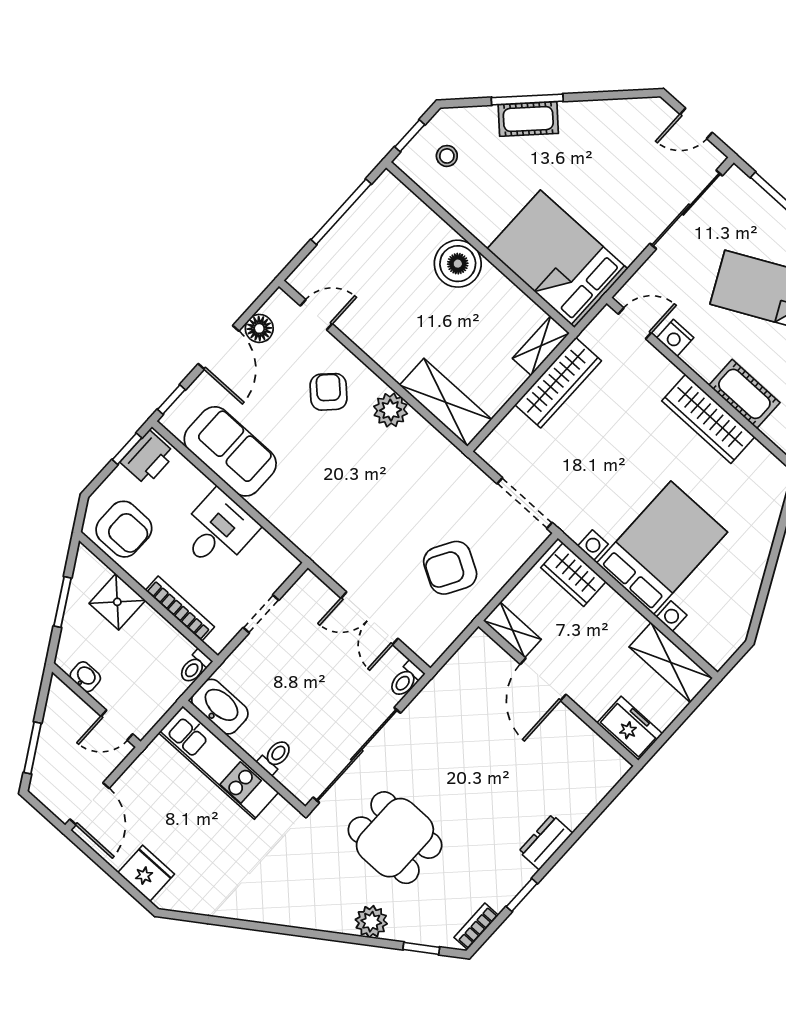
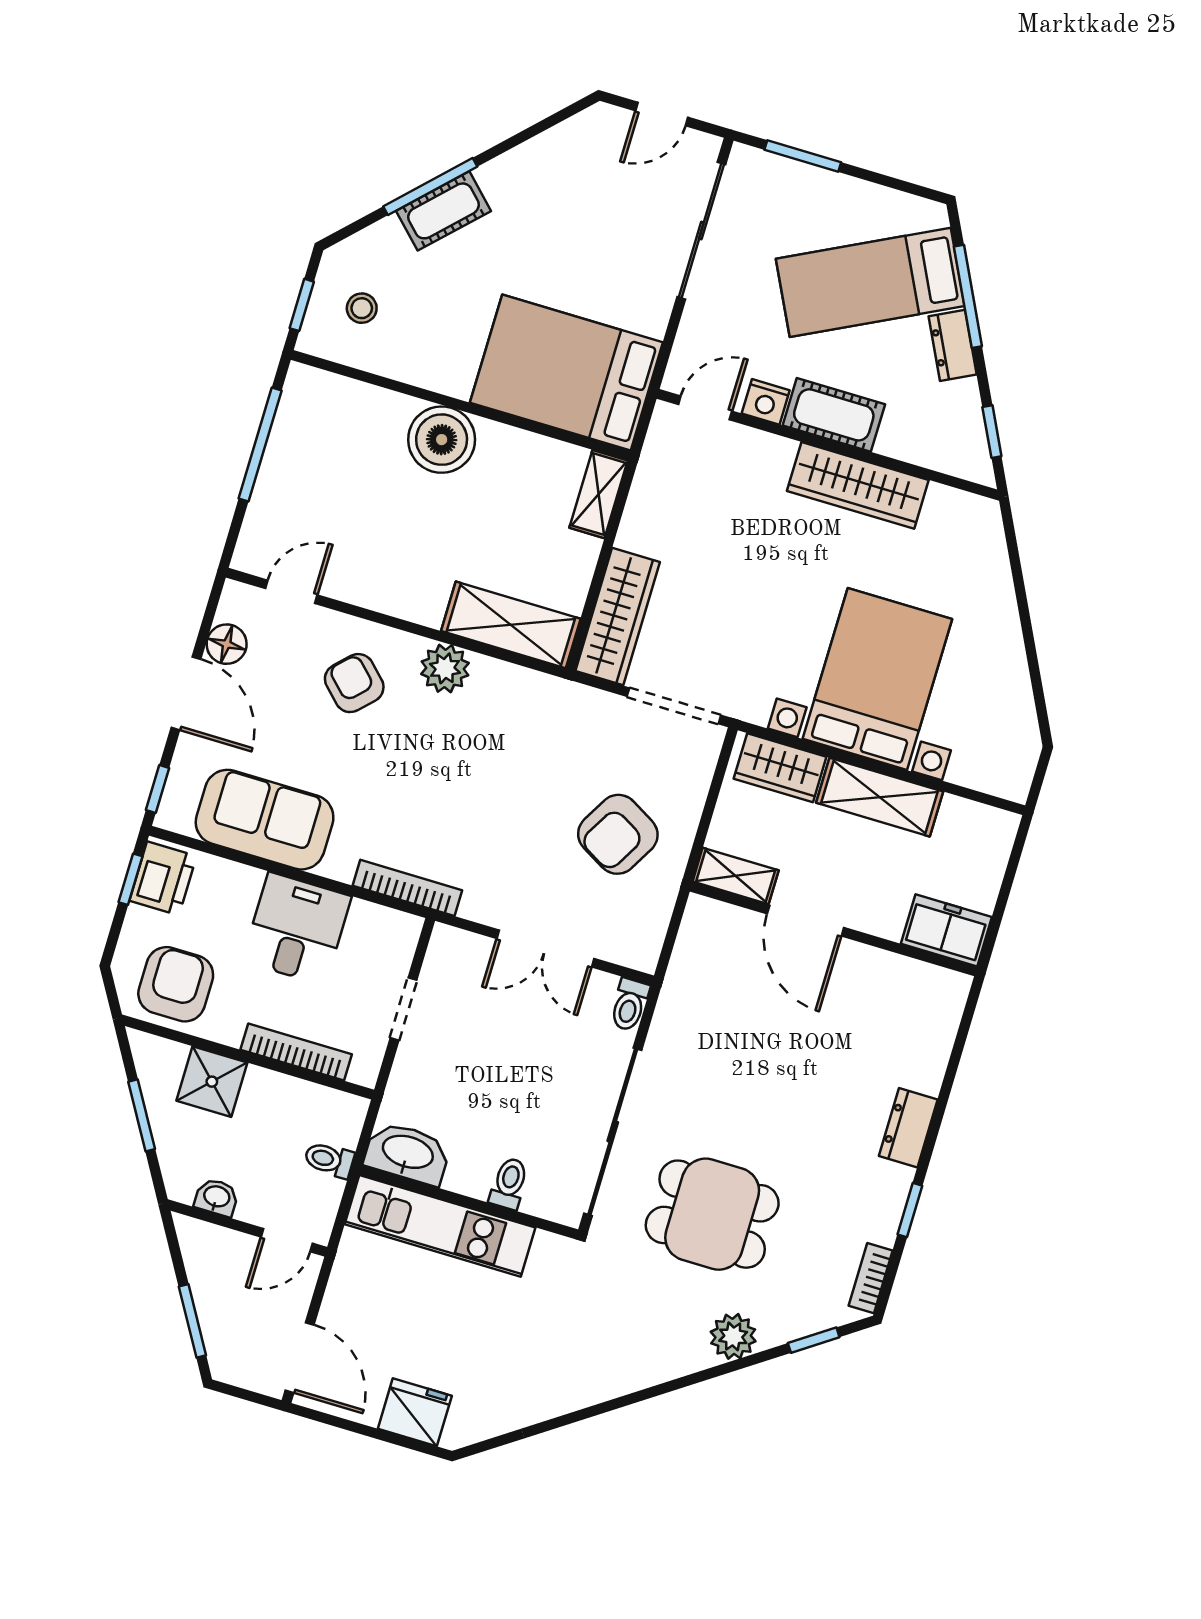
wardrobe: (558, 383) -> (618, 617), moved
cot: (744, 394) -> (834, 415), moved
armchair: (124, 529) -> (176, 984), turned -90
bookcase: (300, 538) -> (407, 888), added
shelving: (671, 663) -> (880, 797), moved
toilet: (195, 667) -> (329, 1160), moved, turned 90

